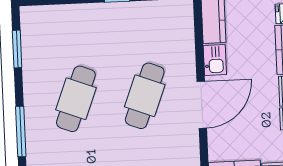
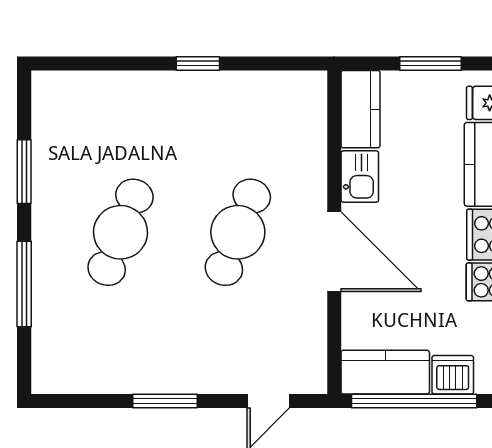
window: (17, 49) -> (24, 172), moved
door: (202, 105) -> (334, 252), hinge flipped

